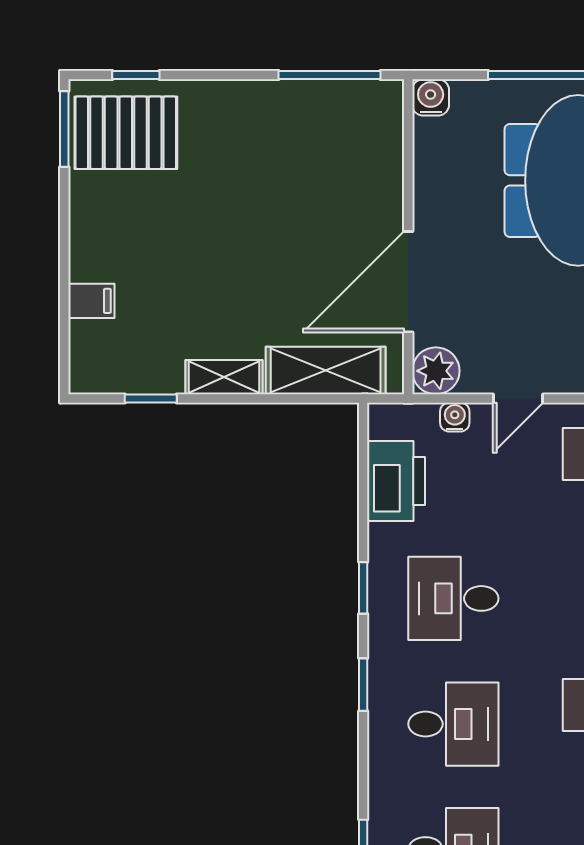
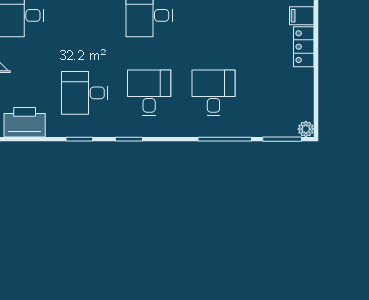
desk: (453, 598) -> (85, 93), turned 90

